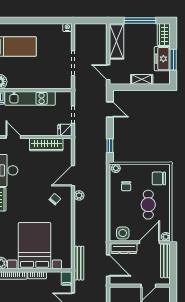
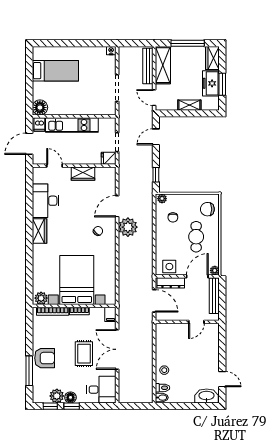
door: (110, 110) -> (156, 137), swing flipped
wardrobe: (46, 145) -> (83, 174), width x0.67
plant: (79, 195) -> (128, 227), width x1.88, depth x1.88
bench: (79, 263) -> (148, 66), moved

